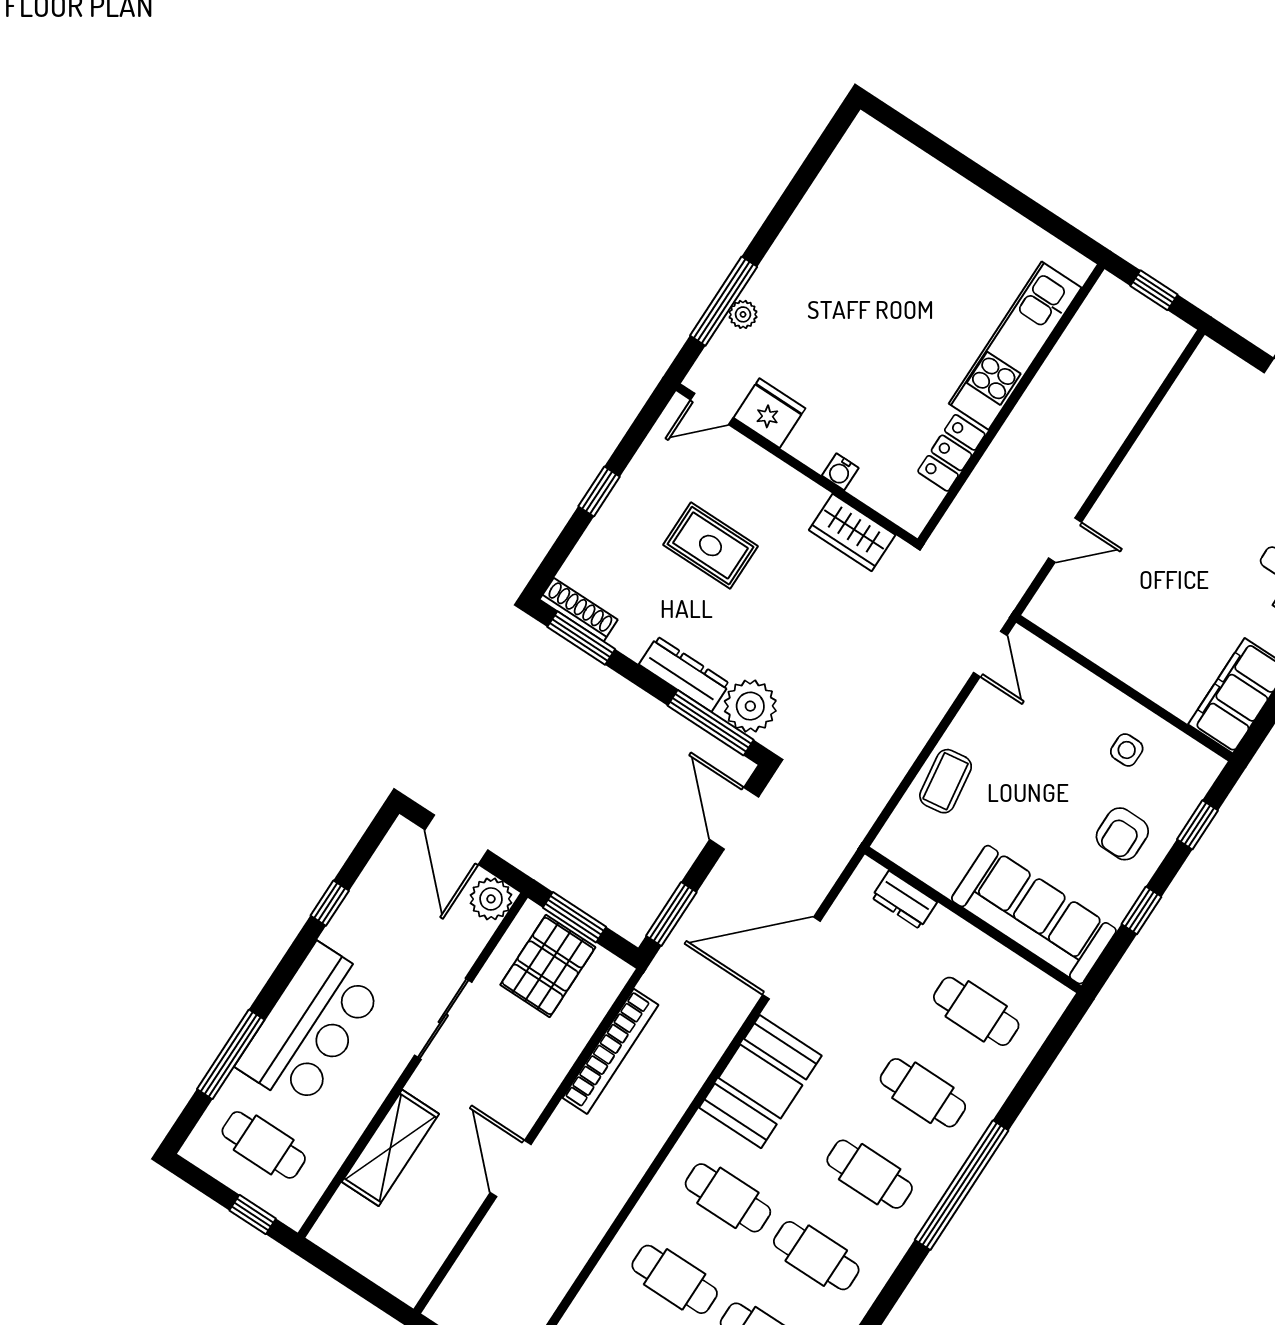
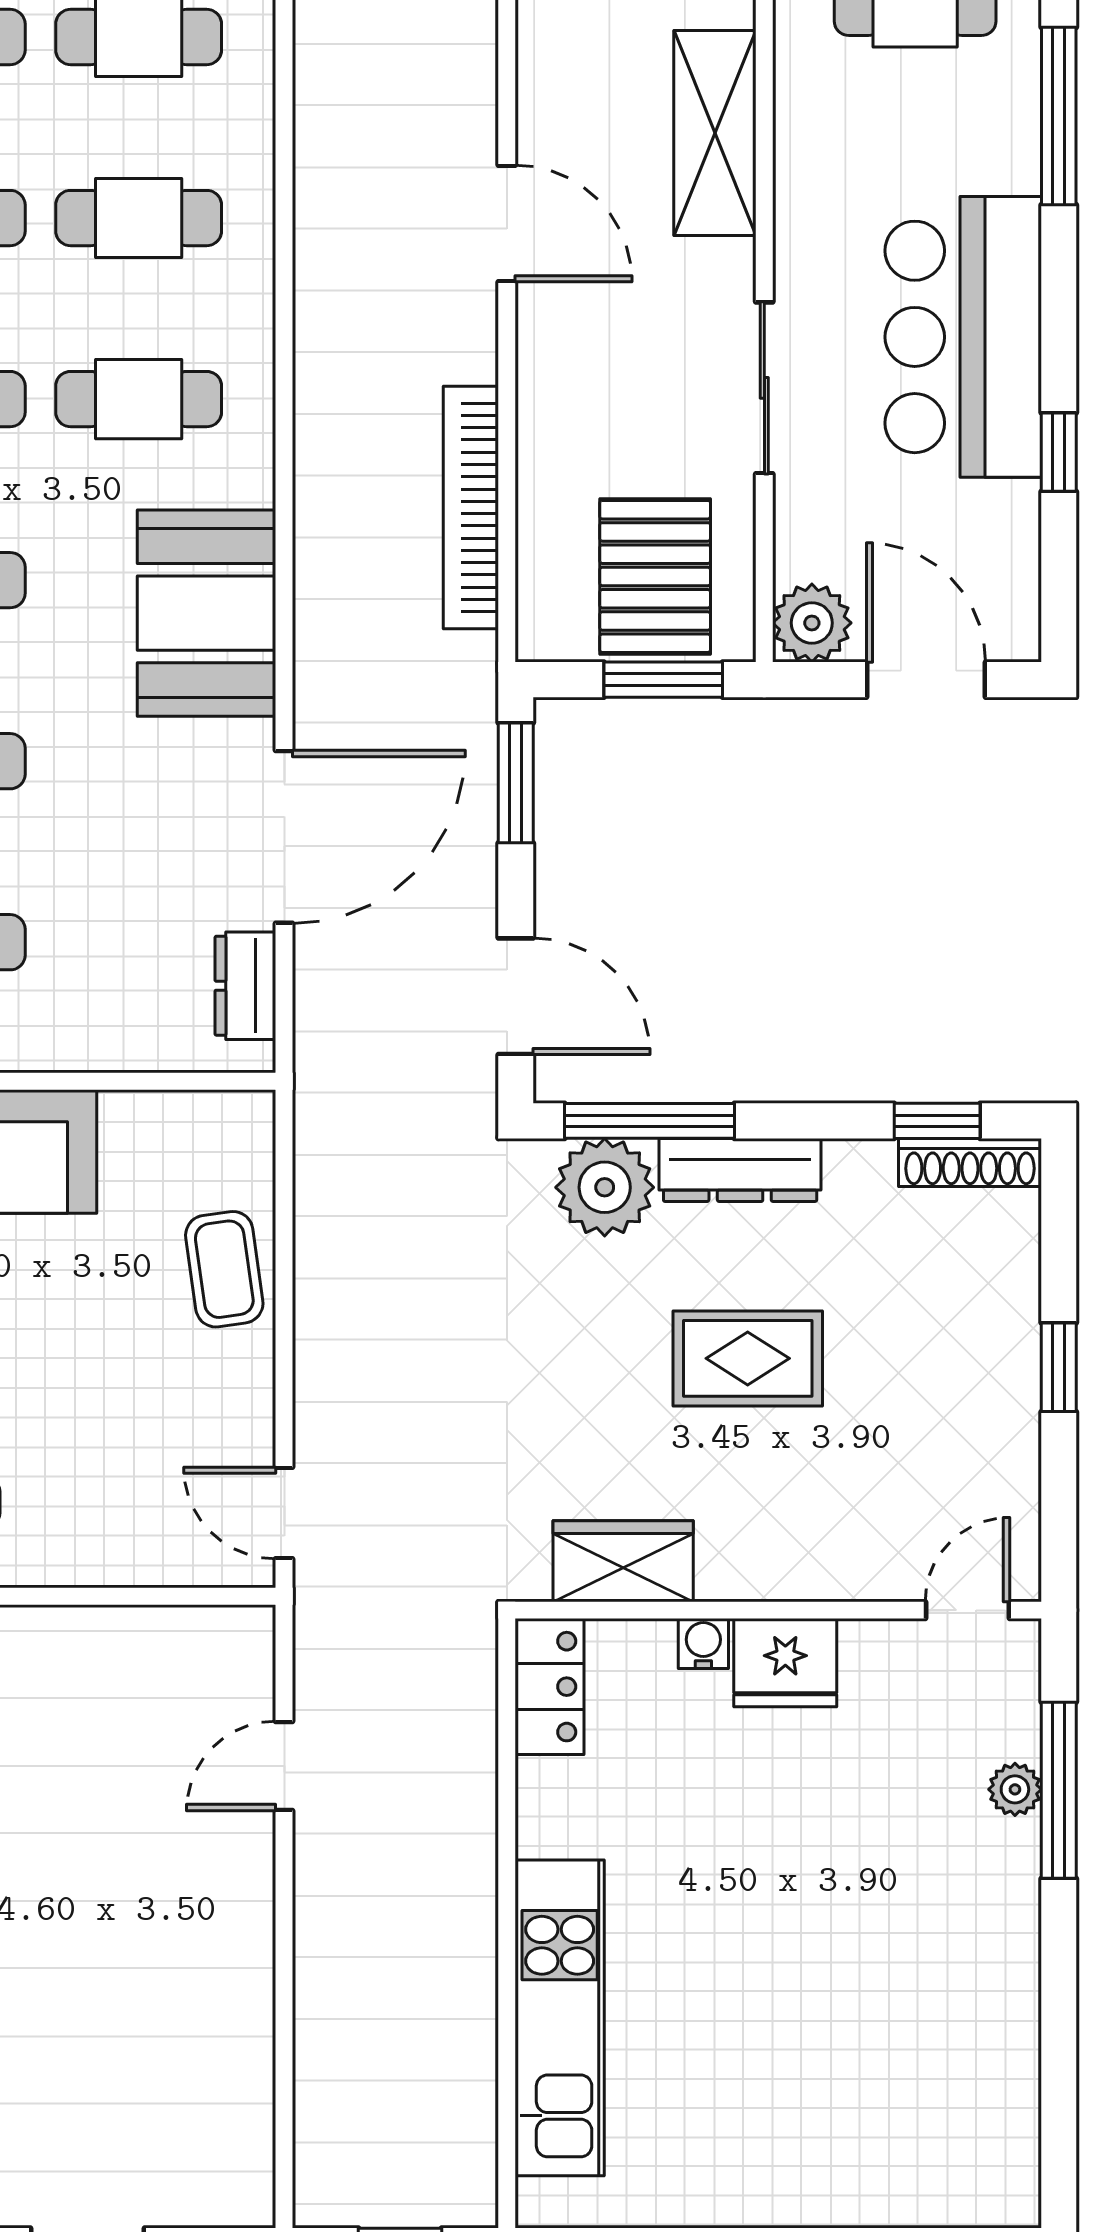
fridge: (770, 413) -> (785, 1663), moved
locker: (951, 453) -> (550, 1687), moved
rug: (710, 546) -> (748, 1358), moved
window: (581, 638) -> (937, 1121), width x0.67
dresser: (904, 900) -> (245, 986), moved, turned -90
bar counter: (310, 1026) -> (963, 337), moved

